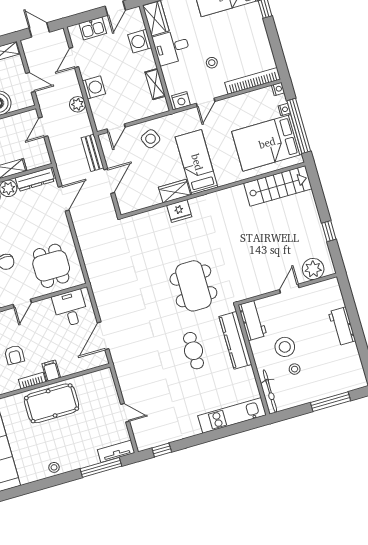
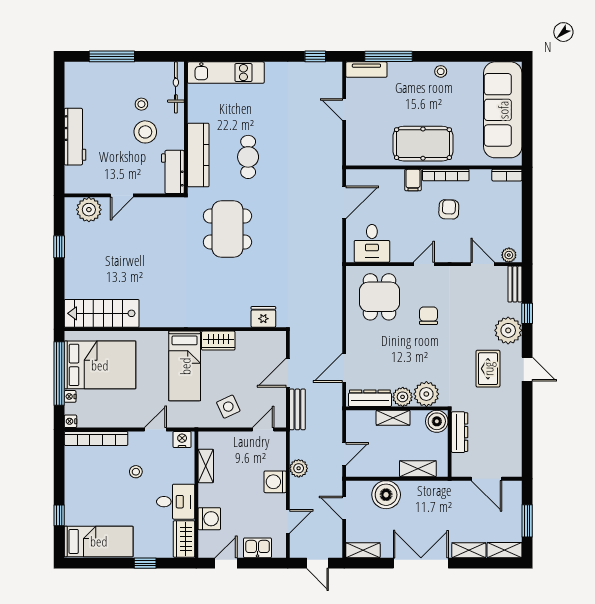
fridge: (179, 211) -> (263, 317), moved
workbench: (342, 326) -> (75, 137), width x1.38
bookcase: (32, 381) -> (446, 175), width x1.56

